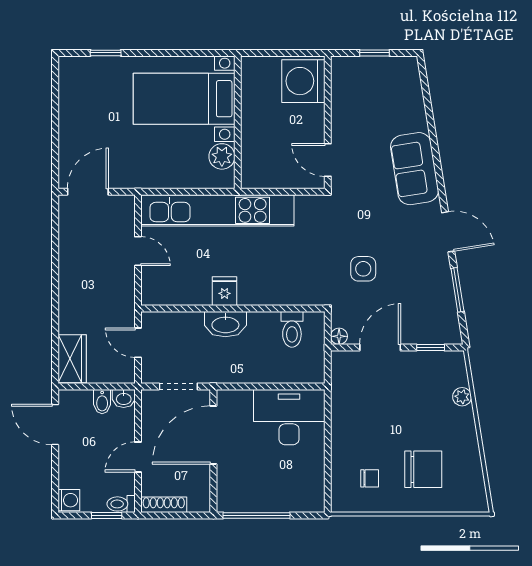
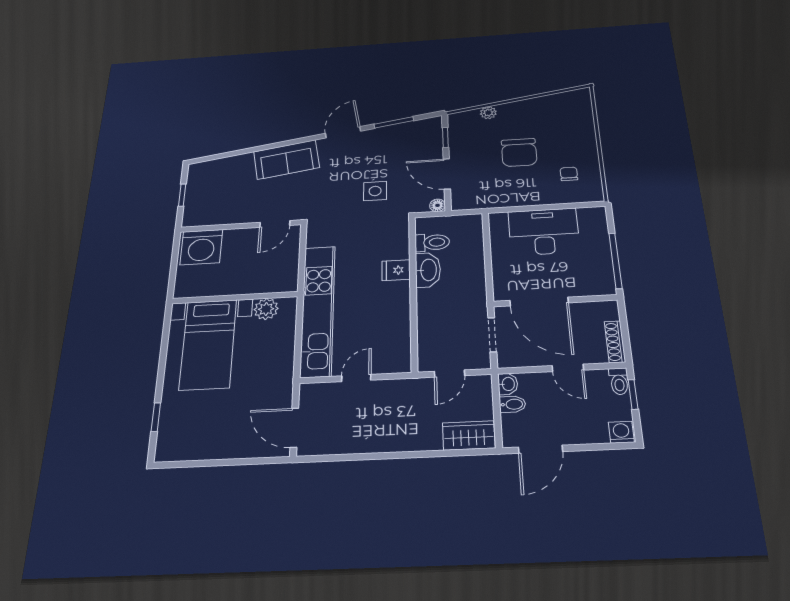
fridge: (225, 291) -> (396, 270), moved
washbasin: (225, 324) -> (428, 270), moved
desk: (289, 417) -> (544, 232), moved, turned 90
chair: (423, 469) -> (519, 152), moved, turned 180

